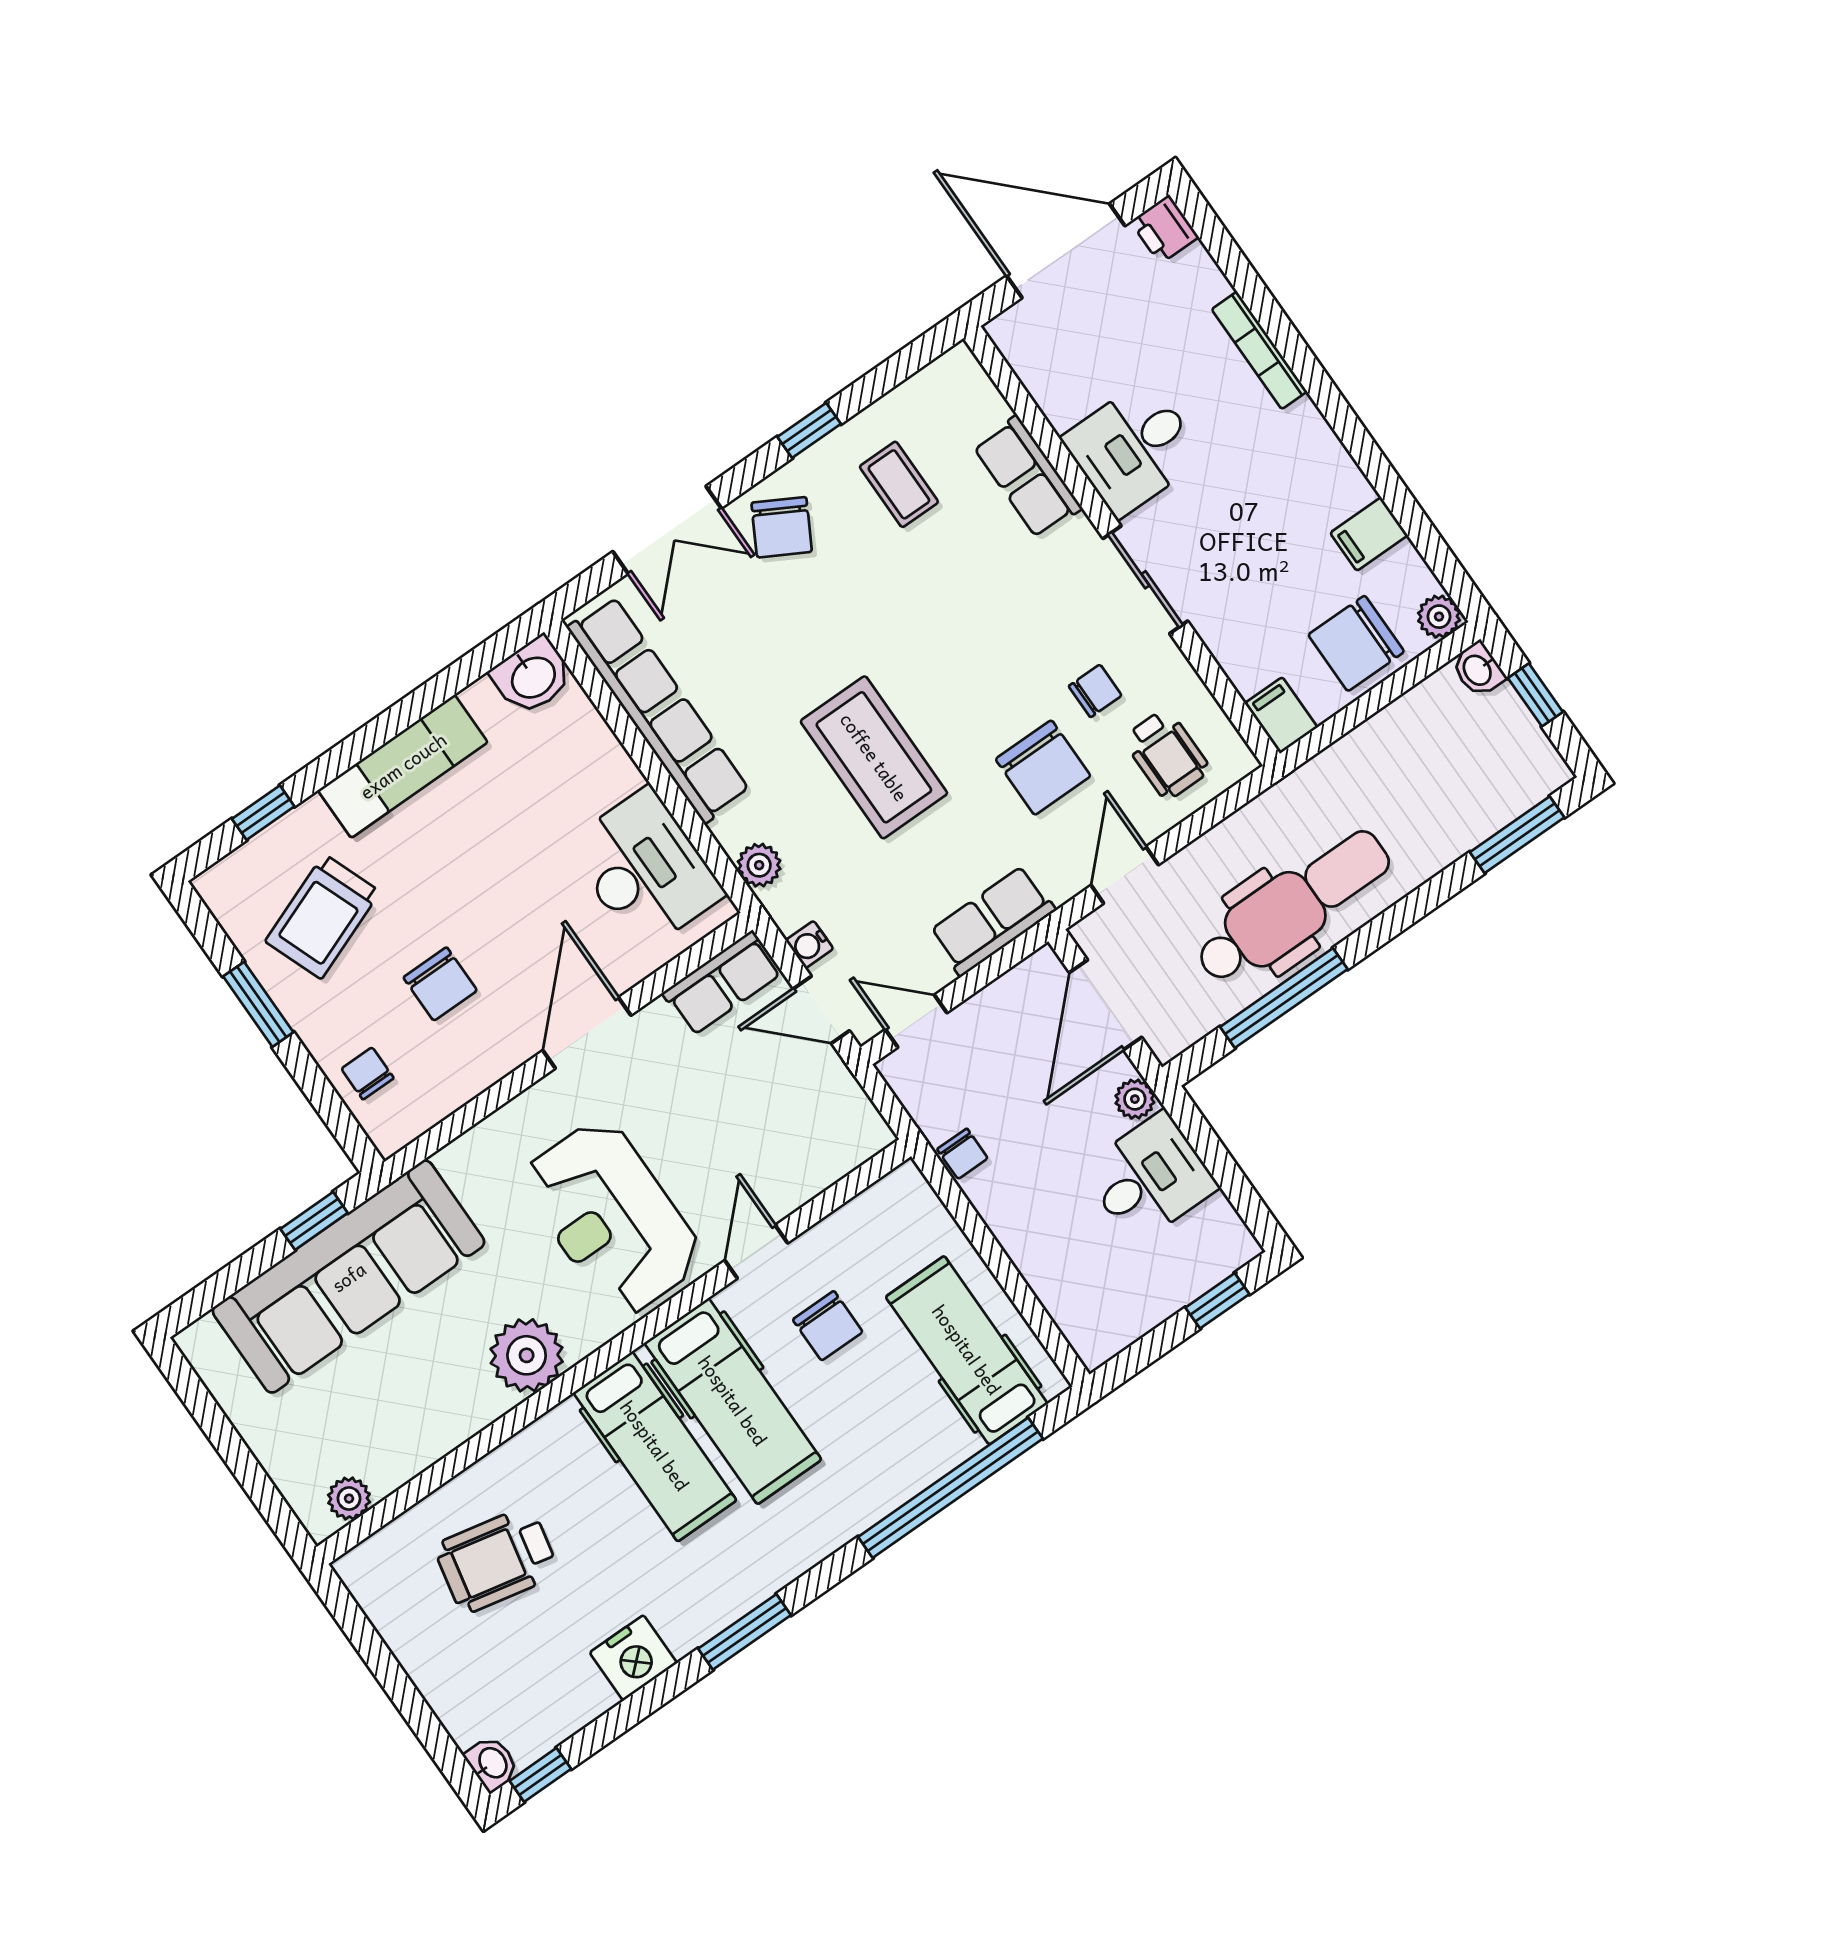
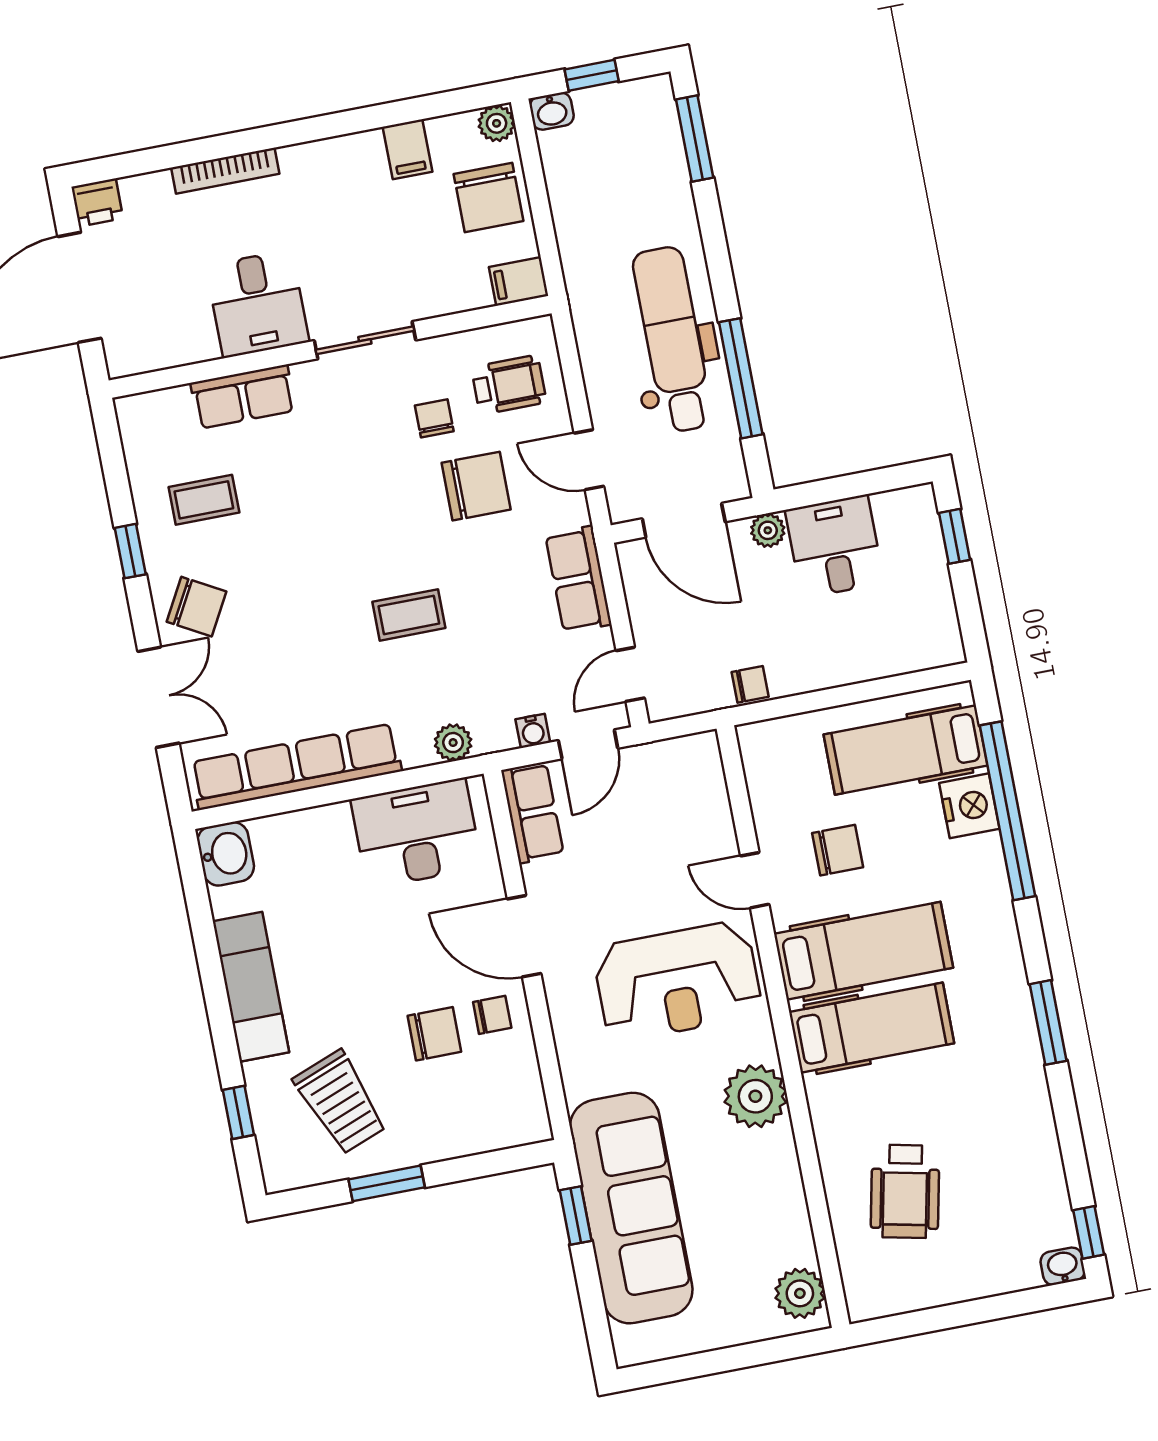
coffee table: (874, 757) -> (409, 615), width x0.54, depth x0.58
chair: (368, 1073) -> (492, 1015), moved, turned 180
plant: (349, 1499) -> (800, 1293), width x1.38, depth x1.38
nightstand: (633, 1658) -> (969, 806), moved

